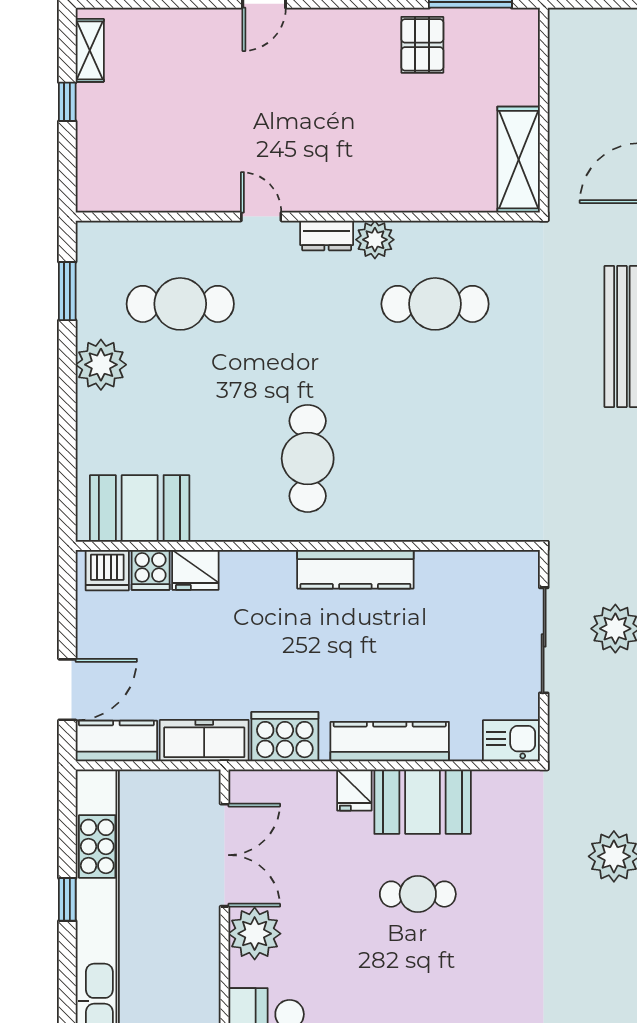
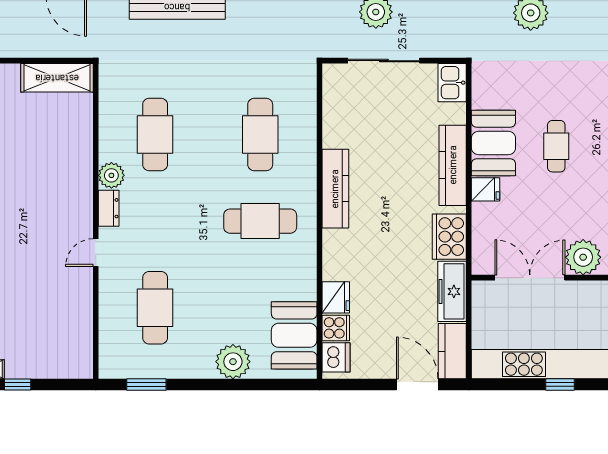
plant: (101, 365) -> (233, 362), moved
cafe table: (435, 458) -> (260, 135), added

